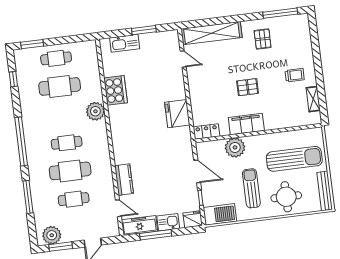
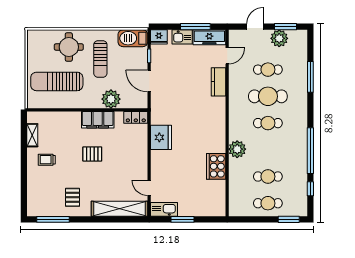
kitchen sink: (125, 43) -> (164, 209), moved
cafe table: (60, 86) -> (268, 177), width x0.73, depth x0.74
window: (21, 141) -> (310, 151), moved
bench: (325, 191) -> (32, 48), removed
door: (118, 208) -> (227, 56), swing flipped
plant: (52, 235) -> (279, 38), moved

